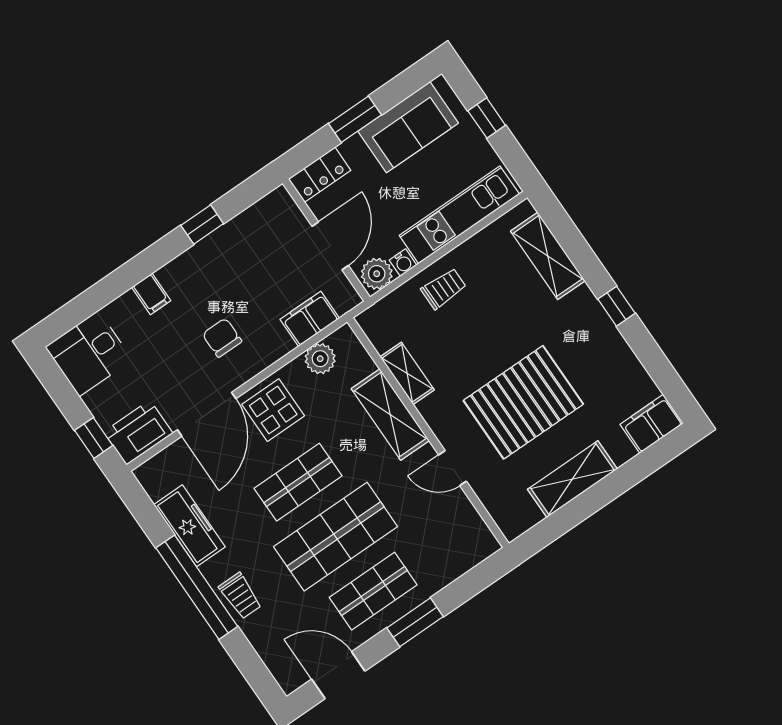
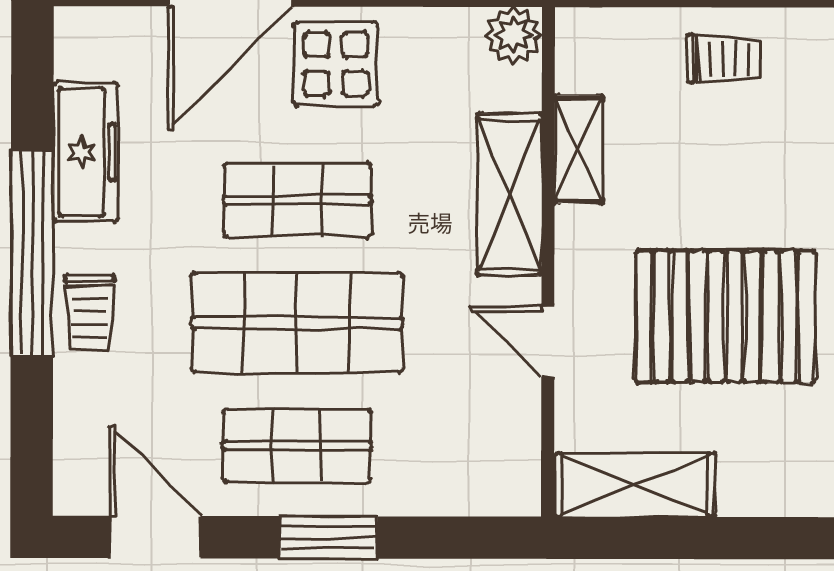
plant: (320, 359) -> (514, 35), moved
shelving: (572, 479) -> (635, 485), moved

